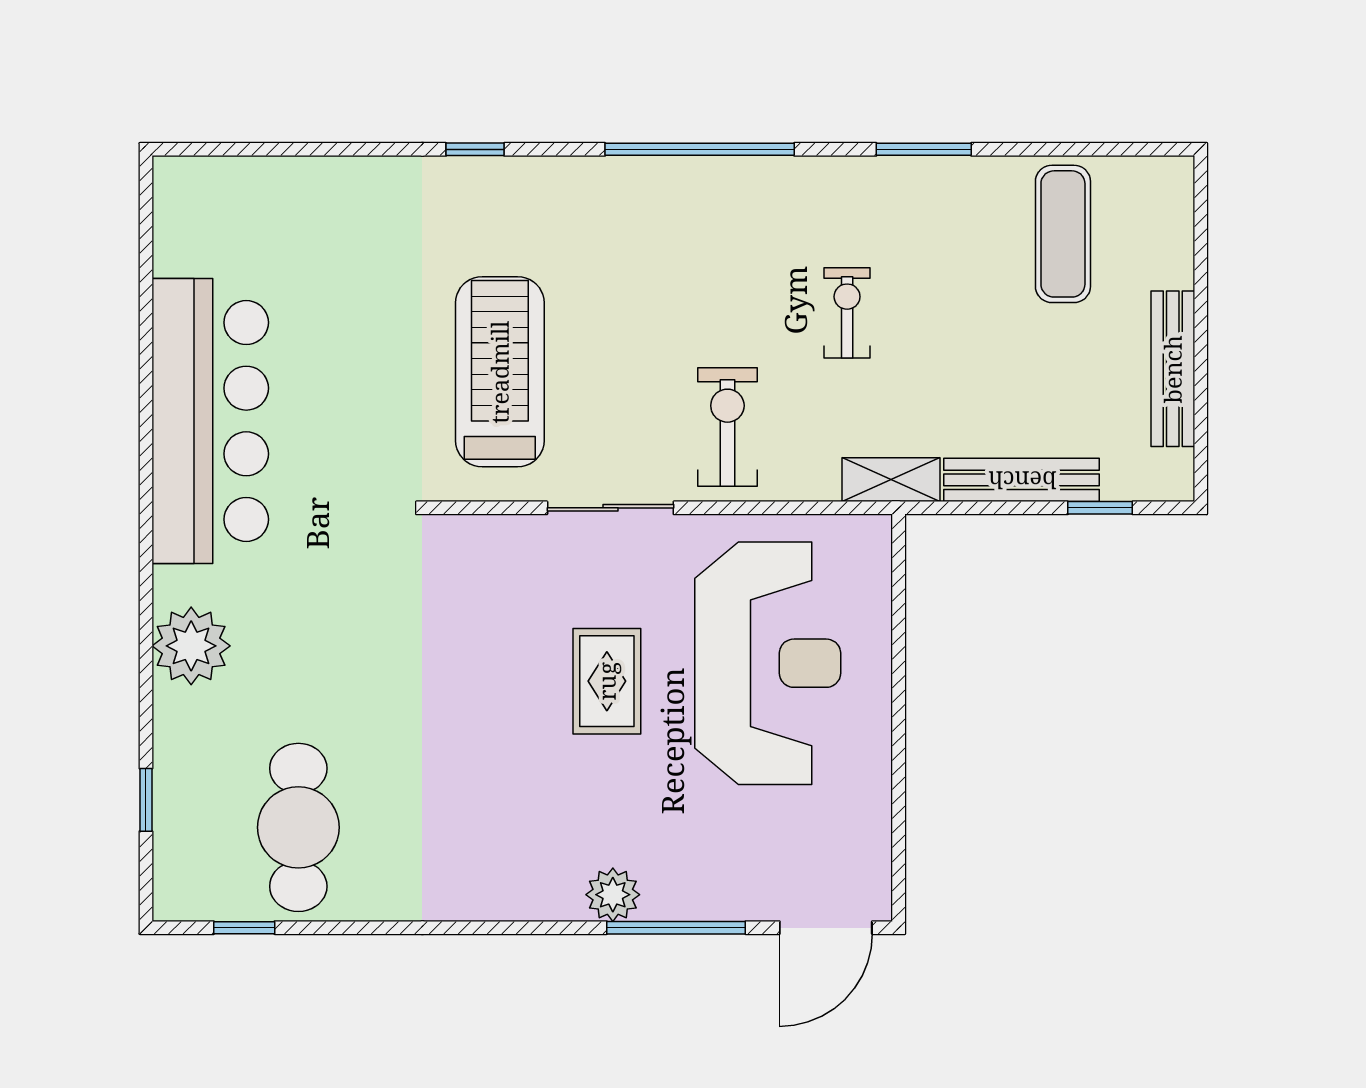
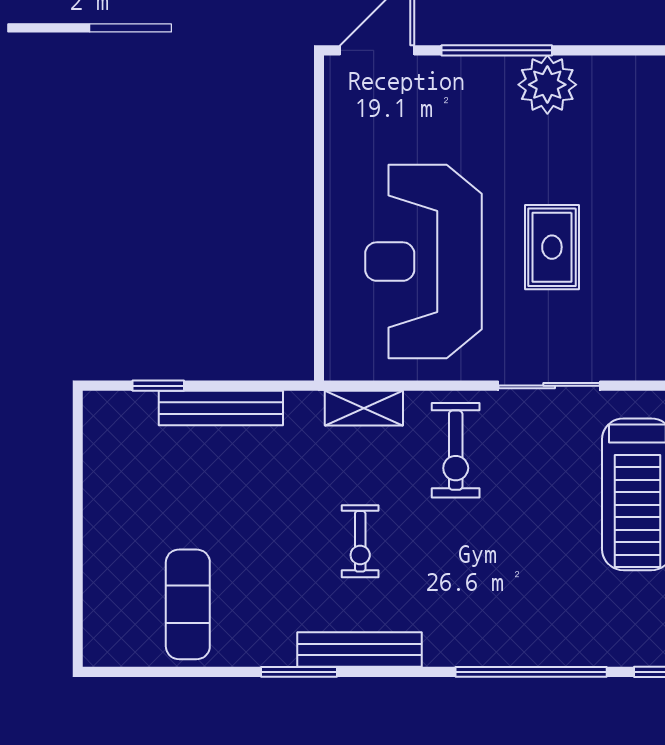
window: (700, 149) -> (531, 672), moved
bench: (1173, 369) -> (359, 650), moved, turned 90
shelving: (891, 480) -> (364, 408), moved
plant: (613, 895) -> (547, 85), width x1.36, depth x1.36

